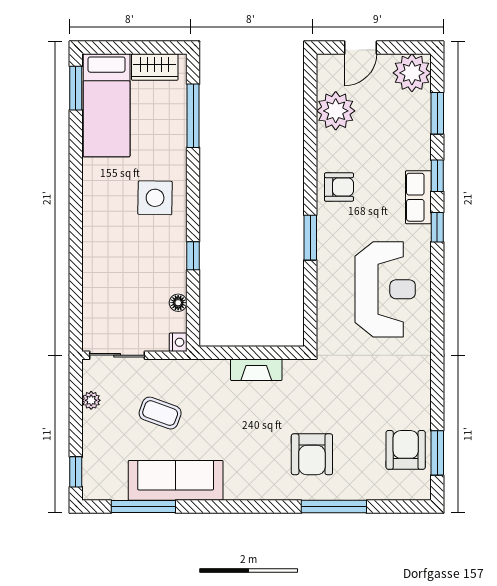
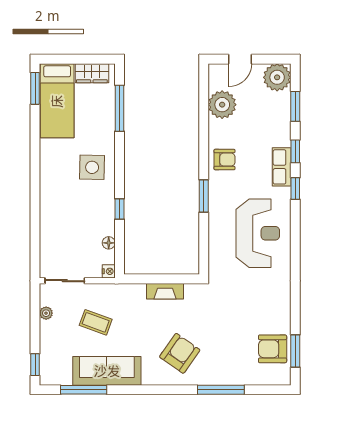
armchair: (406, 450) -> (273, 349), turned -90
armchair: (312, 454) -> (180, 353), moved, turned -145

